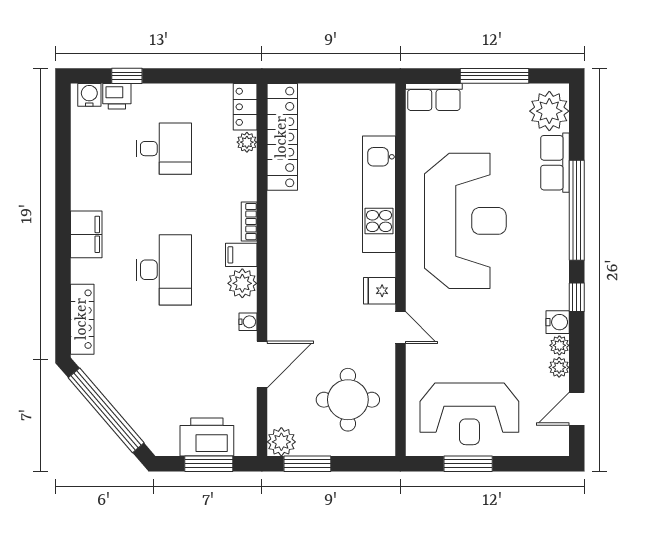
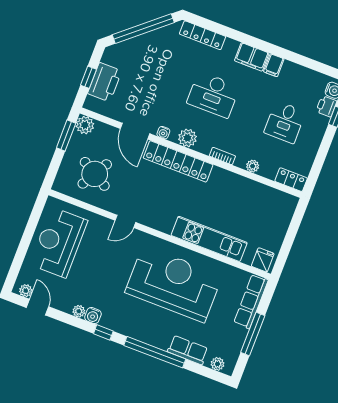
row of seats: (434, 97) -> (251, 301), width x1.48
plant: (549, 111) -> (217, 364), width x0.53, depth x0.53
locker: (282, 137) -> (178, 161), moved
plant: (247, 142) -> (253, 166), moved
reception desk: (465, 221) -> (174, 284), turned 180
filing cabinet: (241, 255) -> (274, 65), moved, turned 180
fridge: (379, 291) -> (263, 260), moved
plant: (559, 367) -> (26, 291), moved
round table: (348, 400) -> (95, 174), turned 30
window: (209, 464) -> (88, 77), width x0.67
window: (468, 464) -> (30, 230), removed

